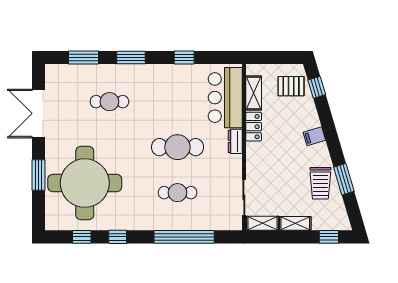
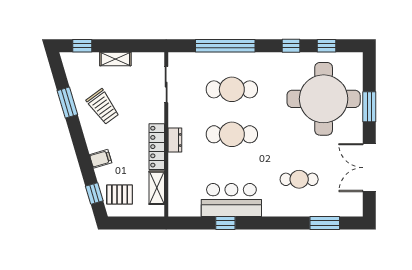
window: (131, 57) -> (278, 223), removed
bar counter: (225, 98) -> (231, 200), moved, turned -90
double door: (39, 113) -> (369, 168), swing flipped
locker: (254, 127) -> (157, 147), width x1.53
filing cabinet: (314, 136) -> (101, 159), moved
trolley: (320, 183) -> (103, 107), moved, turned 144
cafe table: (178, 193) -> (232, 89), width x1.37, depth x1.35
shelving: (262, 223) -> (148, 59), removed

